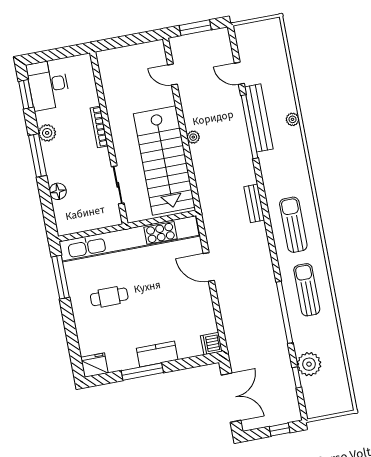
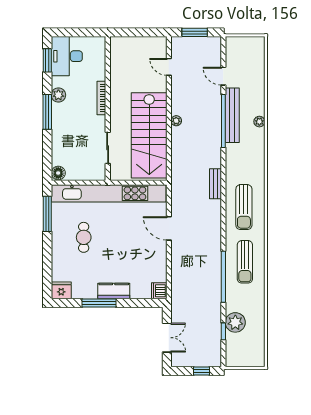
floor lamp: (58, 191) -> (58, 173), moved
sun lounger: (293, 225) -> (244, 207), turned 180
sun lounger: (307, 290) -> (245, 262), turned 180
cafe table: (109, 297) -> (84, 237), turned 90
double door: (231, 398) -> (167, 338), width x0.73

